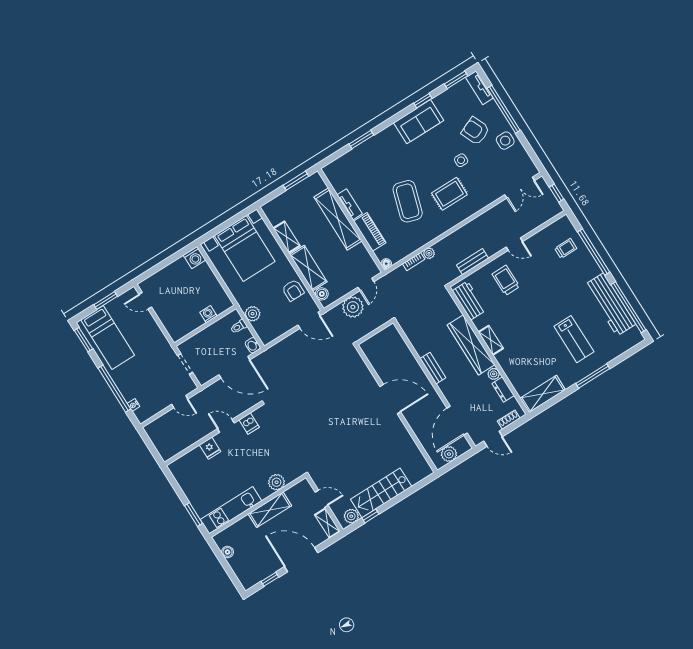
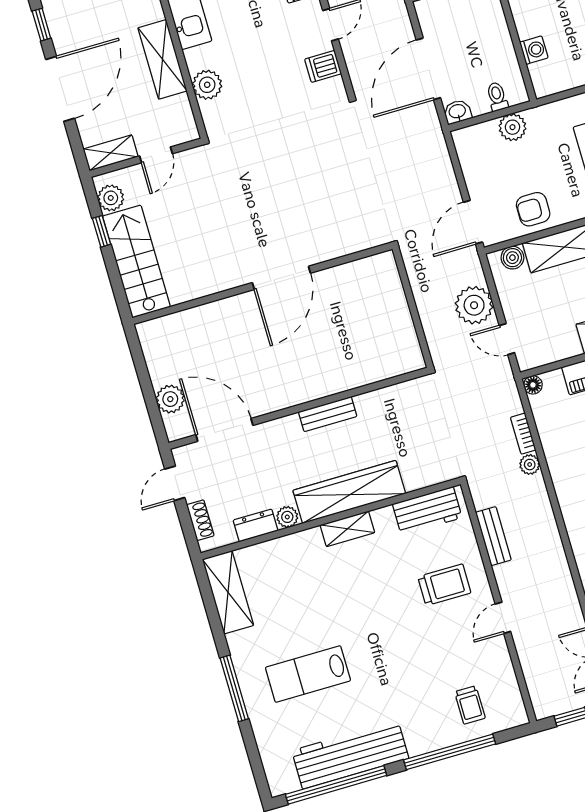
door: (390, 399) -> (281, 278), moved
wall: (396, 408) -> (262, 283), moved

